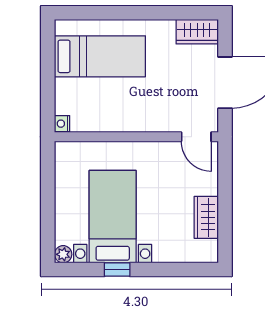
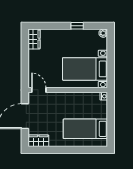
bed with nightstands: (113, 217) -> (85, 69), moved, turned 90
wardrobe: (206, 217) -> (34, 39), moved

